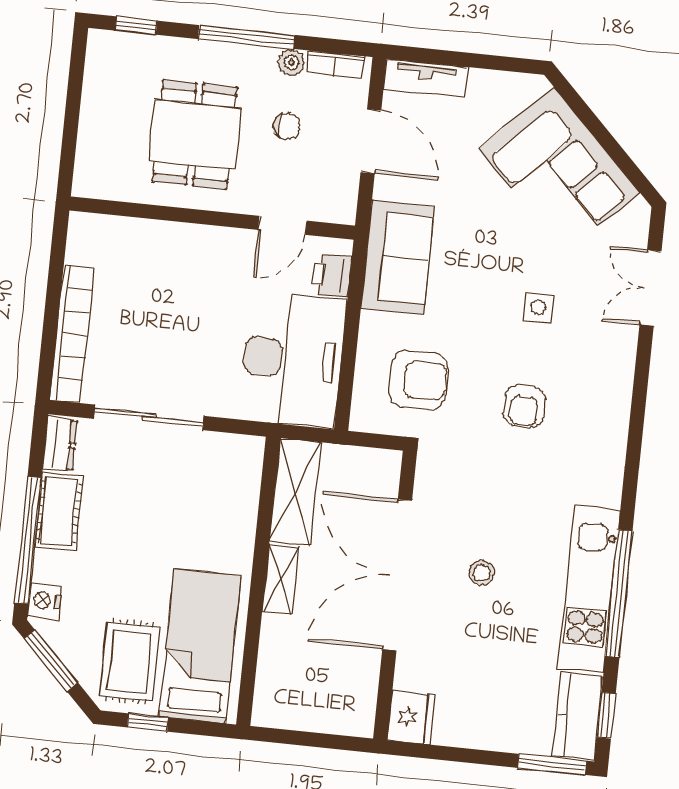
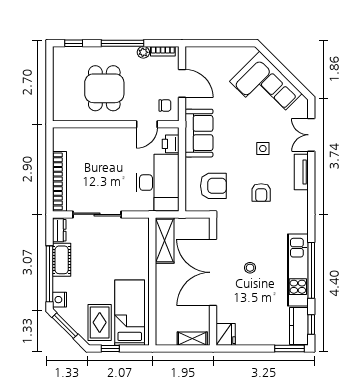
tv unit: (425, 78) -> (301, 172), moved, turned 90
chair: (287, 126) -> (165, 105), moved
shelving: (281, 579) -> (192, 339), moved, turned 90

